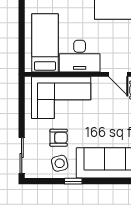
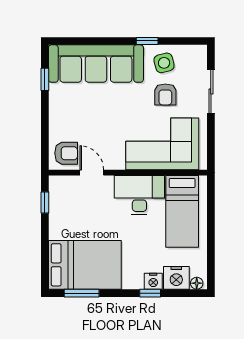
armchair: (59, 138) -> (165, 94), turned -90
sliding door: (22, 155) -> (211, 92), moved

